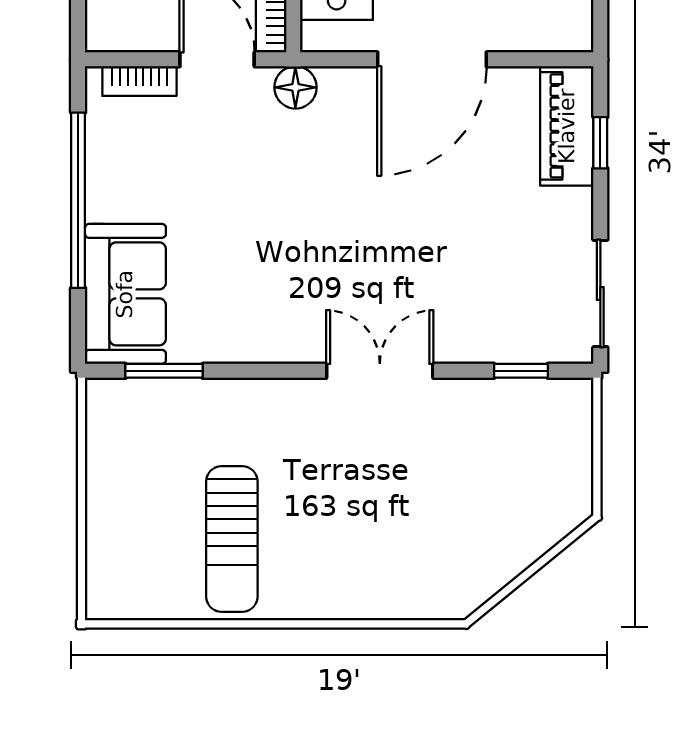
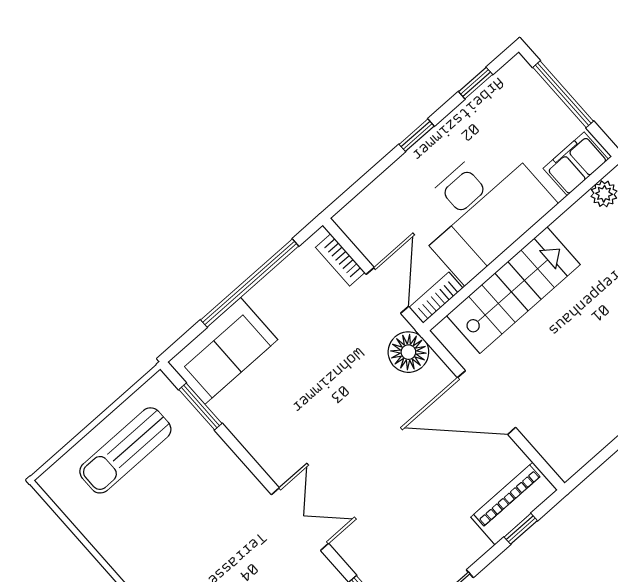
floor lamp: (295, 87) -> (408, 352), width x1.38, depth x1.38
sun lounger: (232, 539) -> (125, 450), moved

